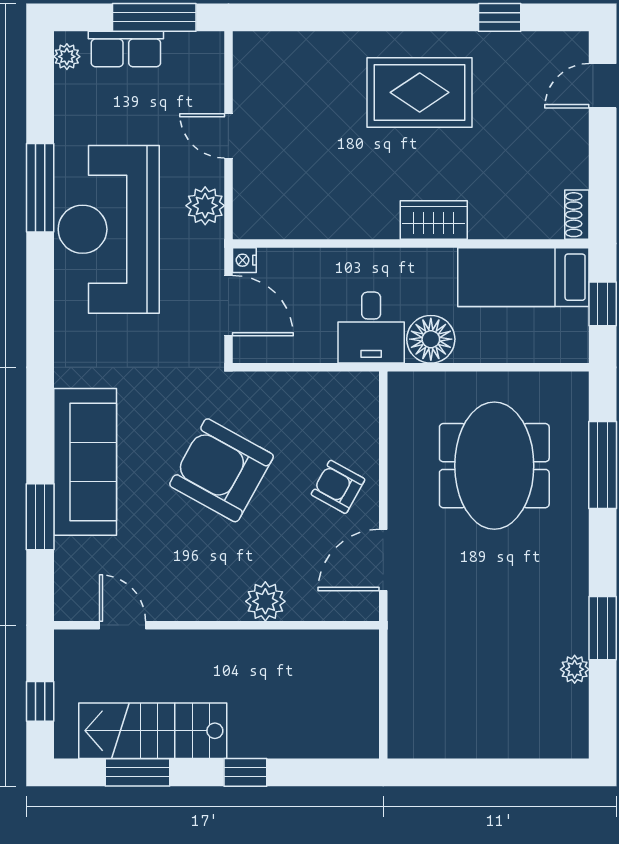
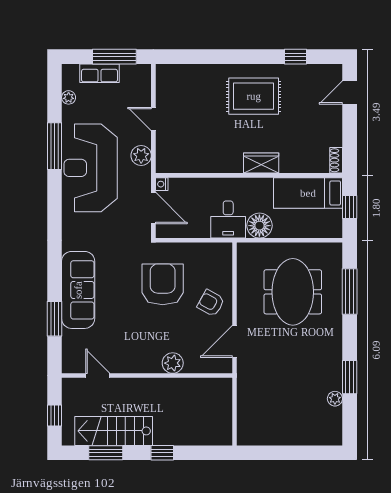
plant: (67, 57) -> (69, 97), moved
armchair: (222, 470) -> (163, 284), moved, turned 61

